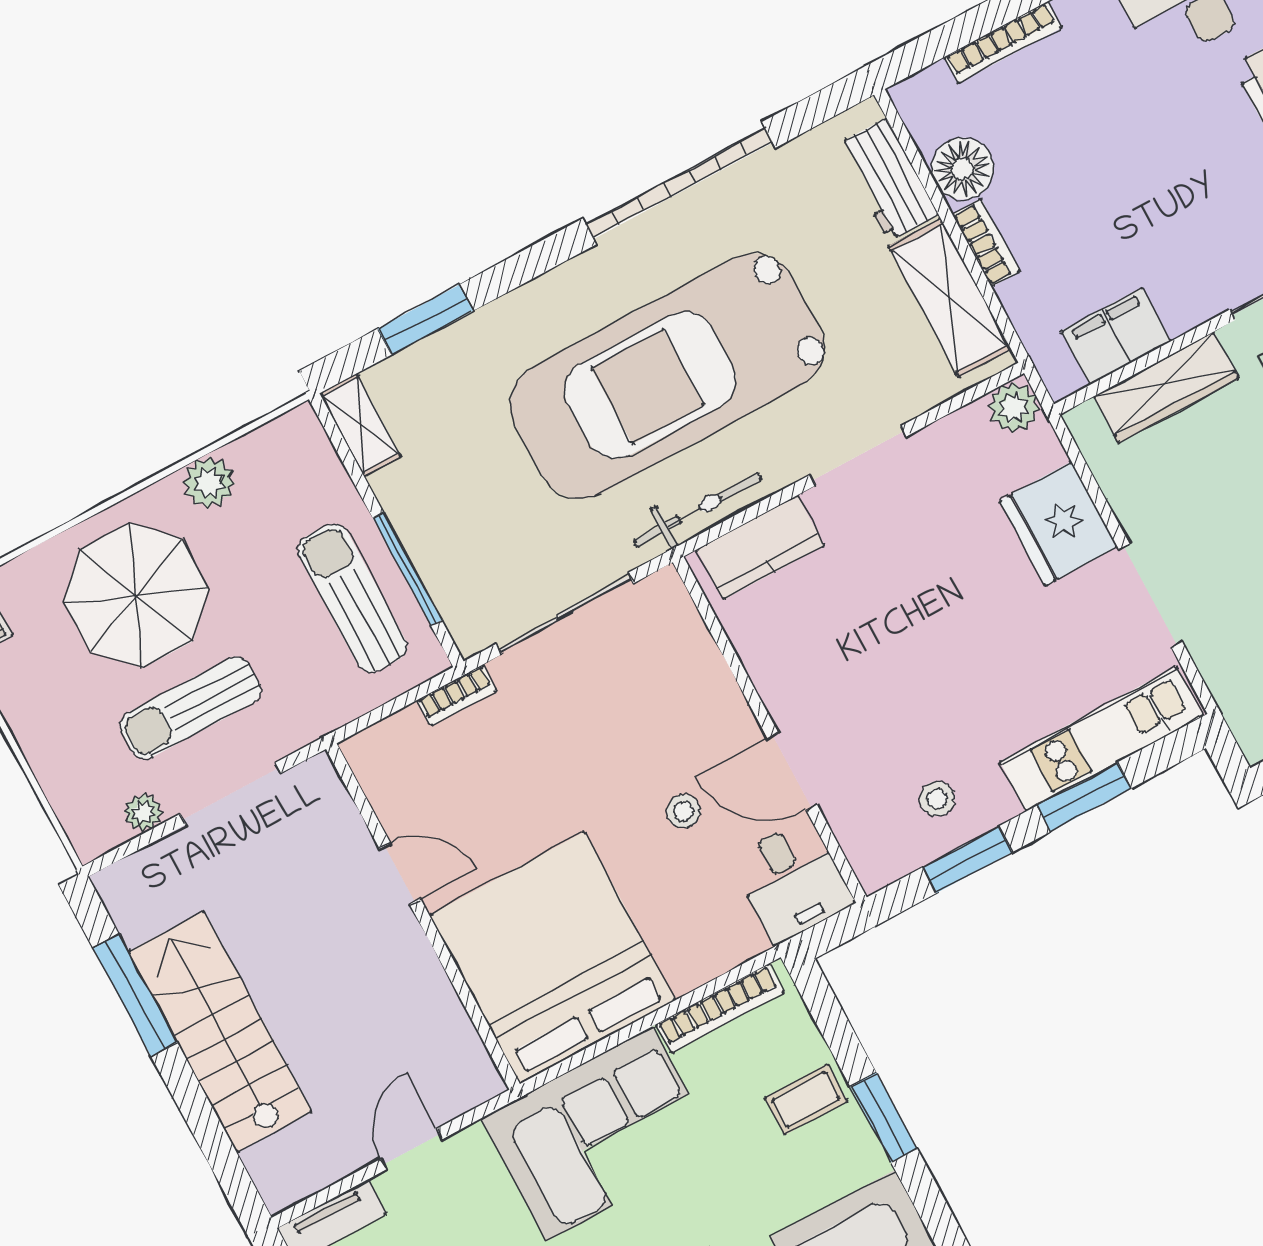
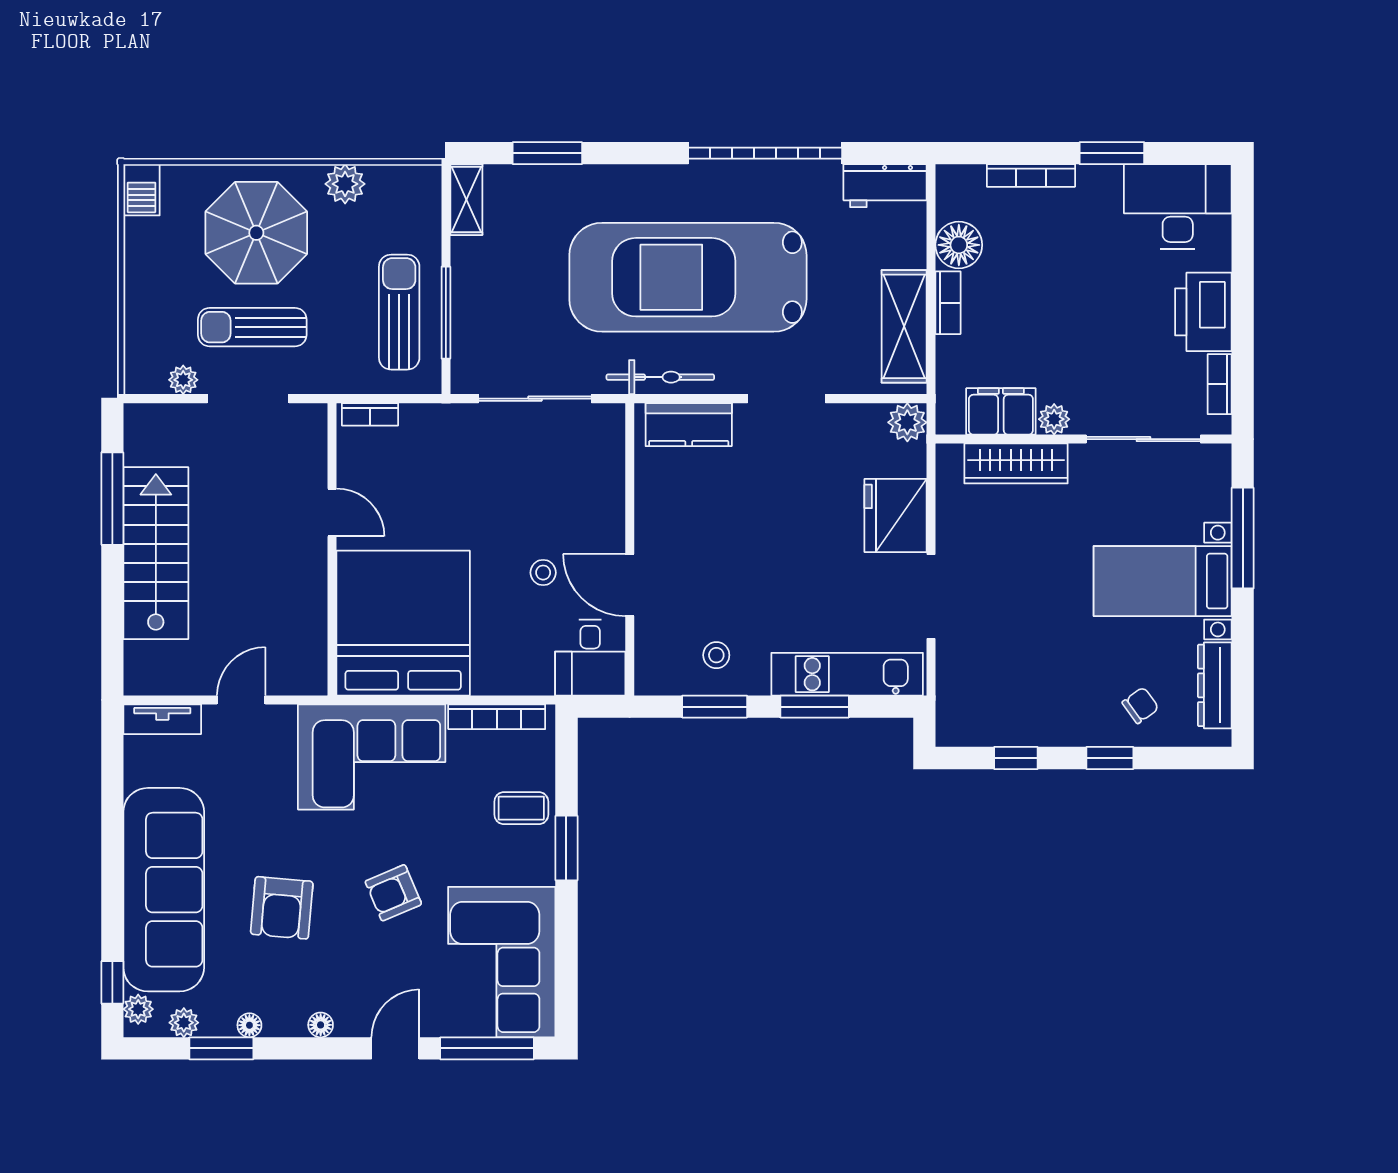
workbench: (888, 180) -> (885, 186), moved, turned -90
plant: (1183, 312) -> (1054, 419), added
bookcase: (457, 695) -> (370, 414), moved

